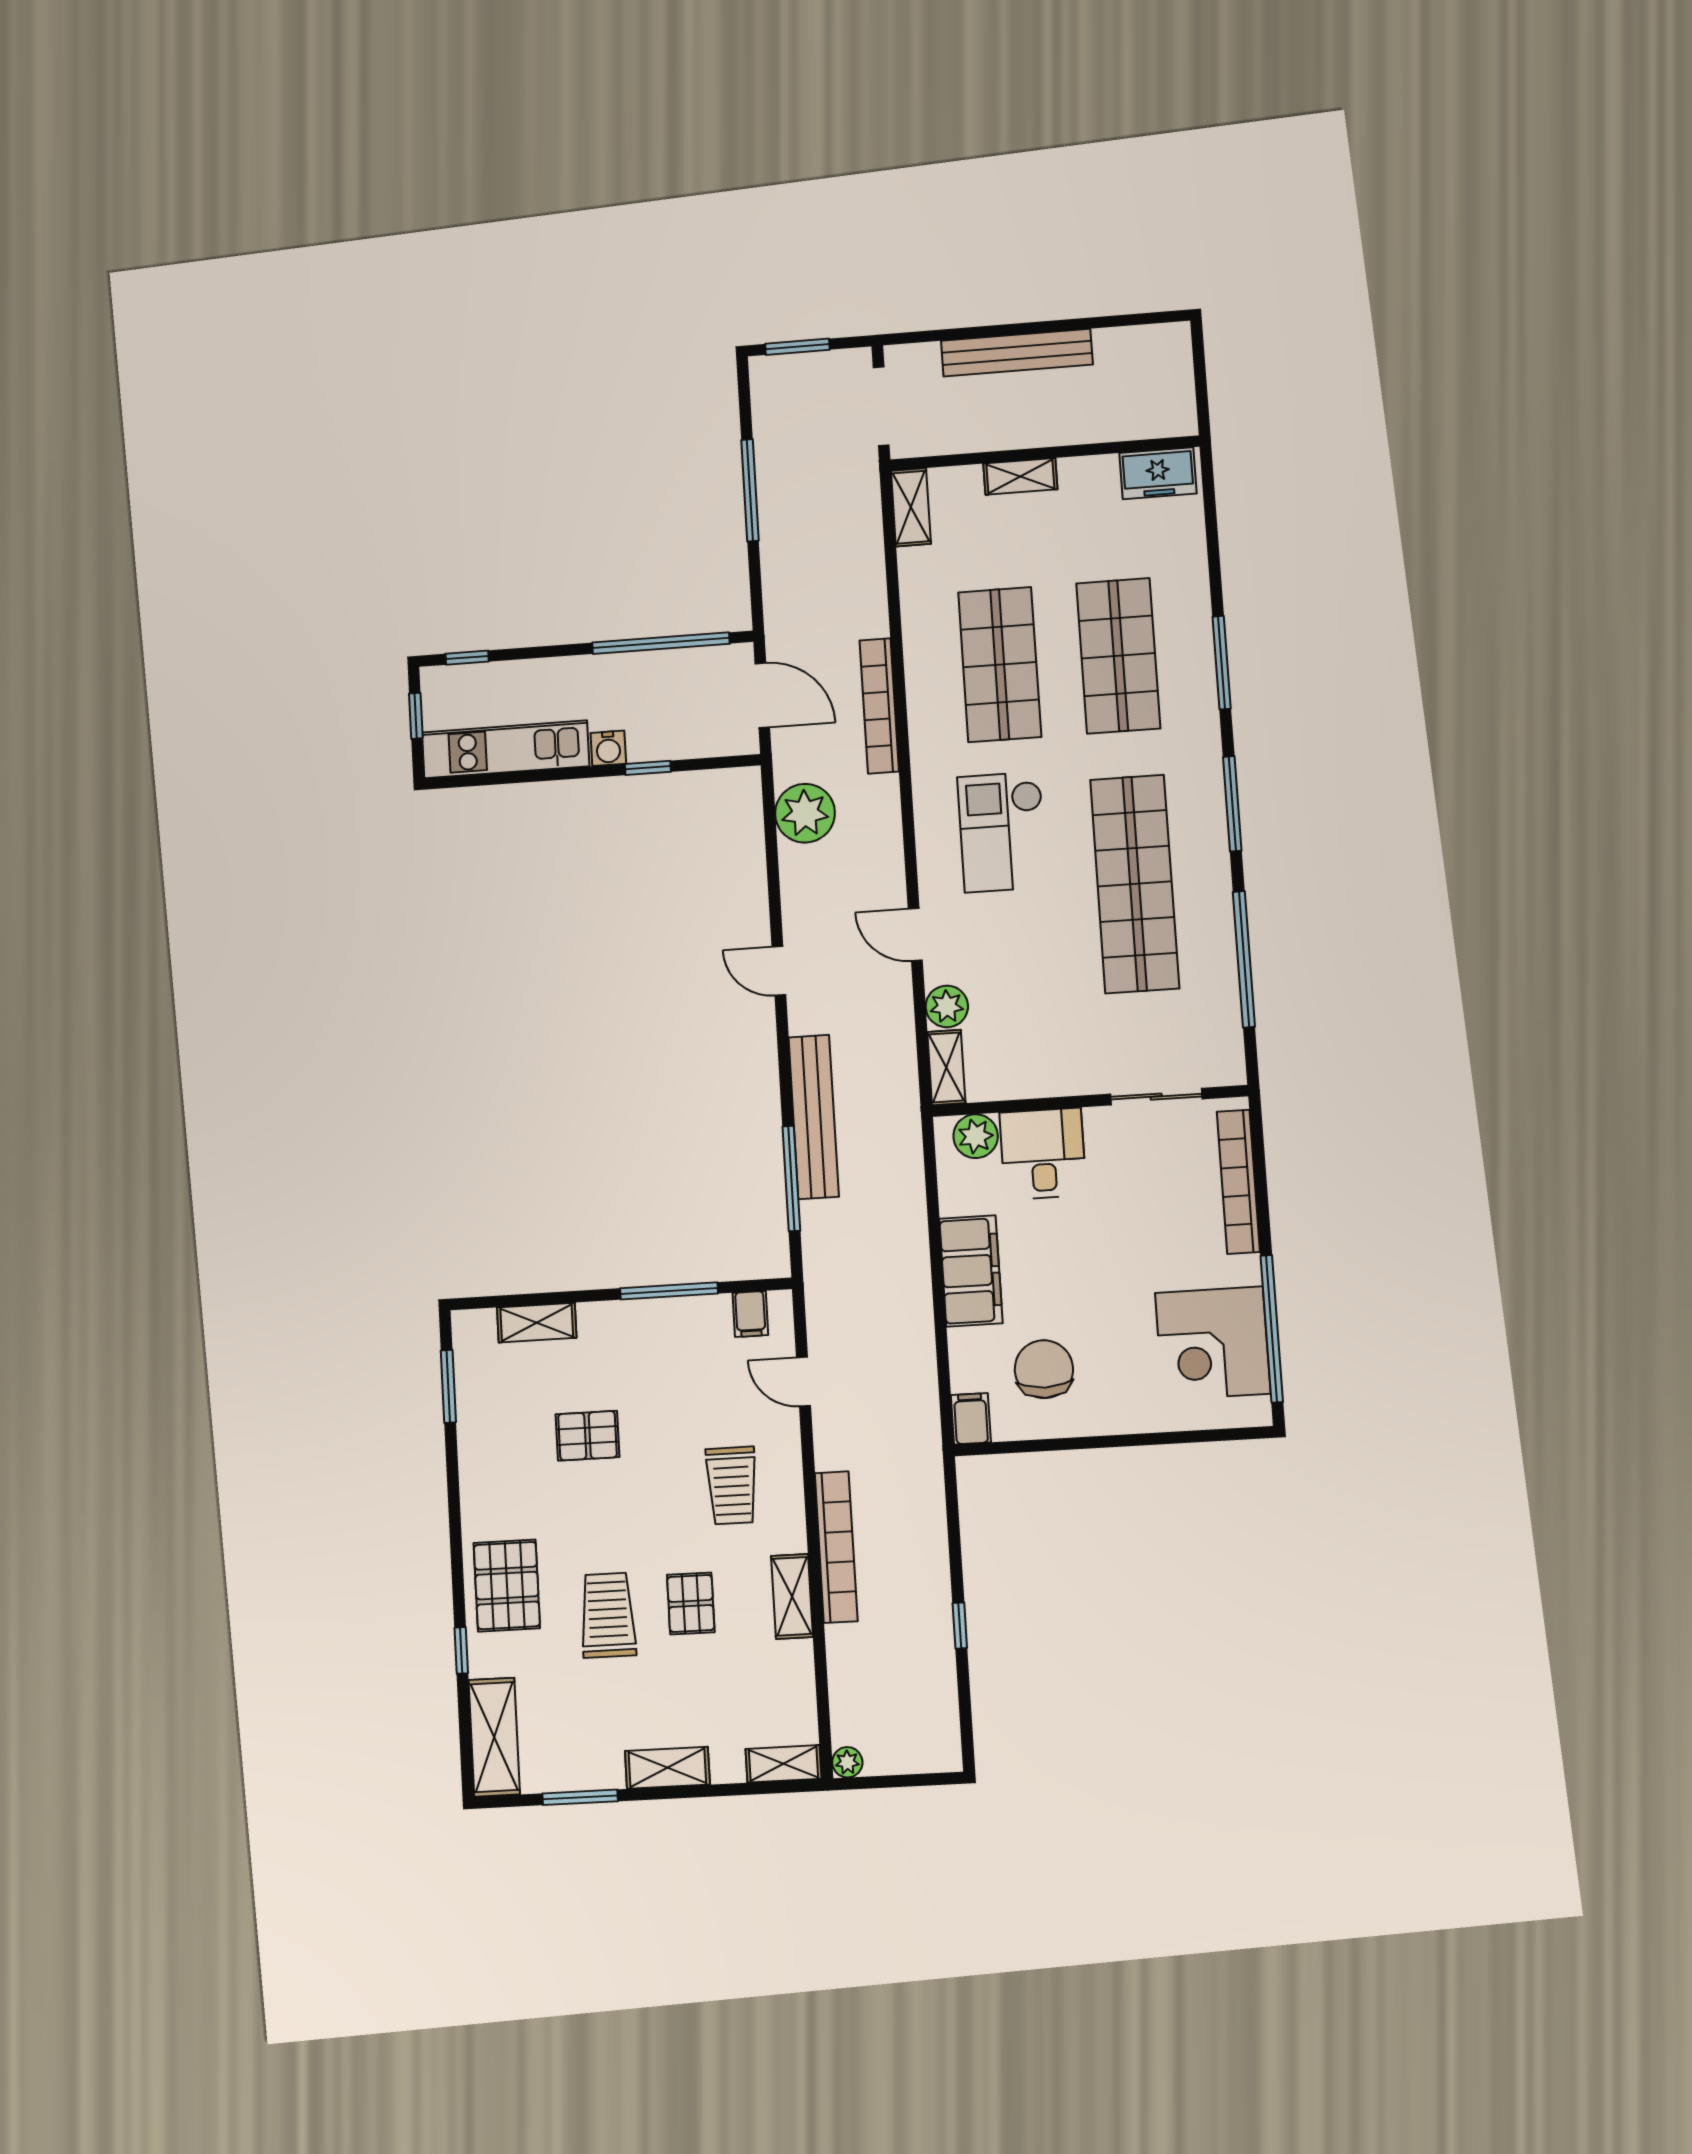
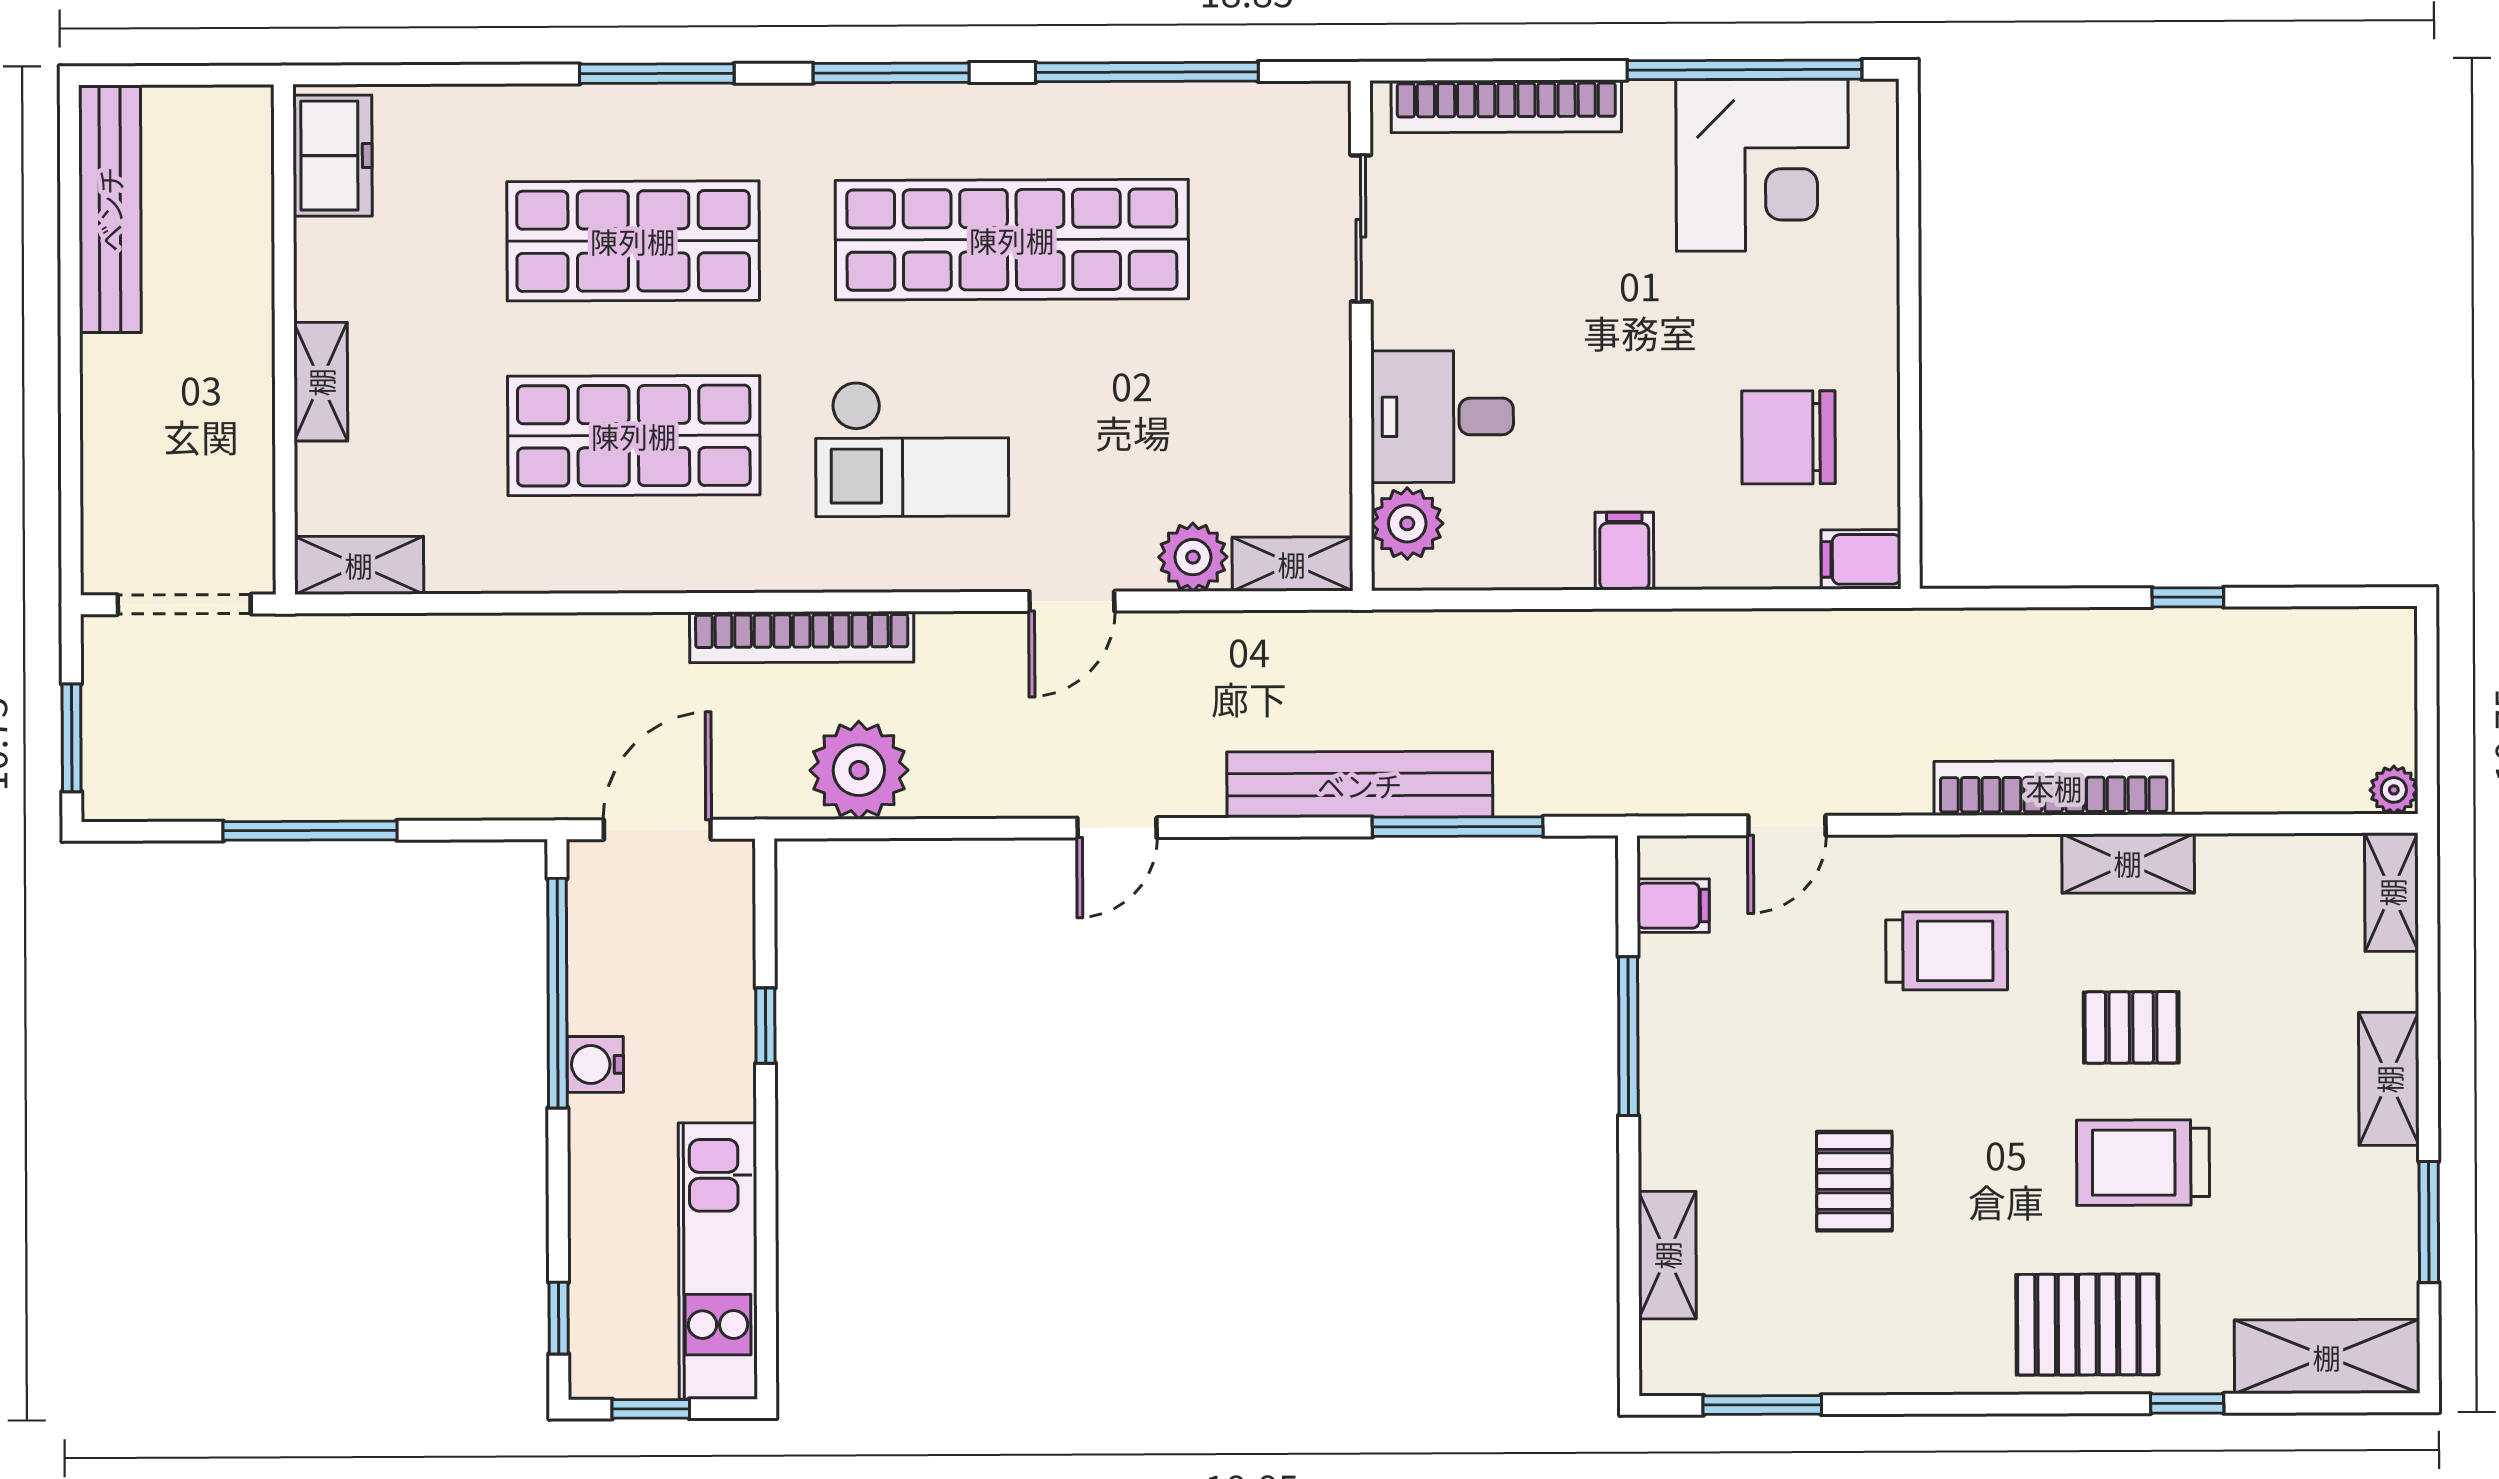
bench: (1017, 353) -> (110, 209), moved
bookcase: (879, 706) -> (802, 637), moved
water cooler: (608, 748) -> (595, 1064), moved, turned 180
filing cabinet: (971, 1271) -> (1624, 551), width x0.33, depth x0.86

